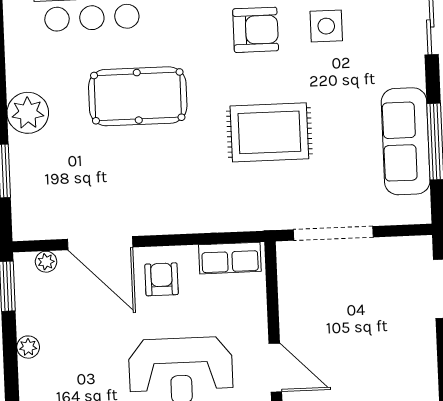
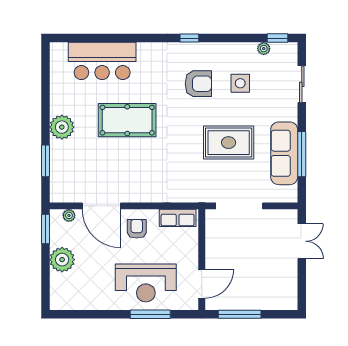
rug: (269, 132) -> (229, 143), moved
plant: (28, 347) -> (62, 260), width x1.87, depth x1.87
door: (275, 368) -> (202, 284), hinge flipped

